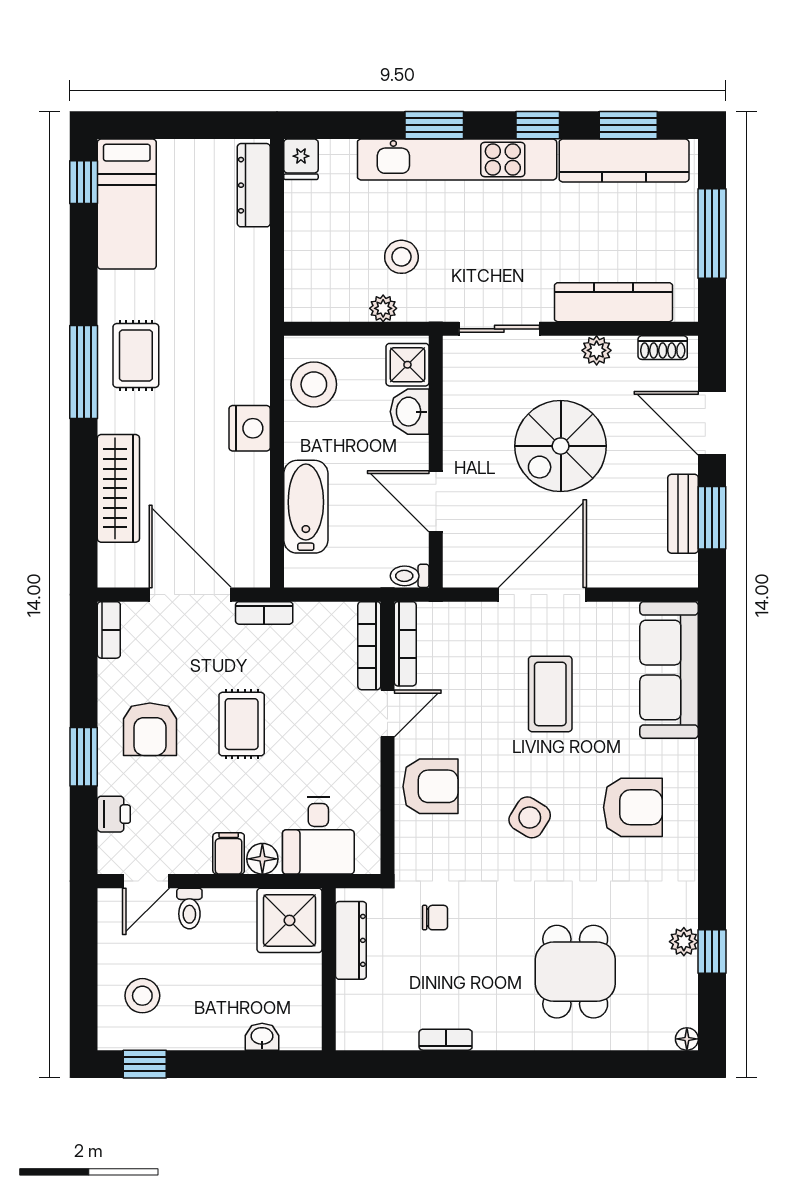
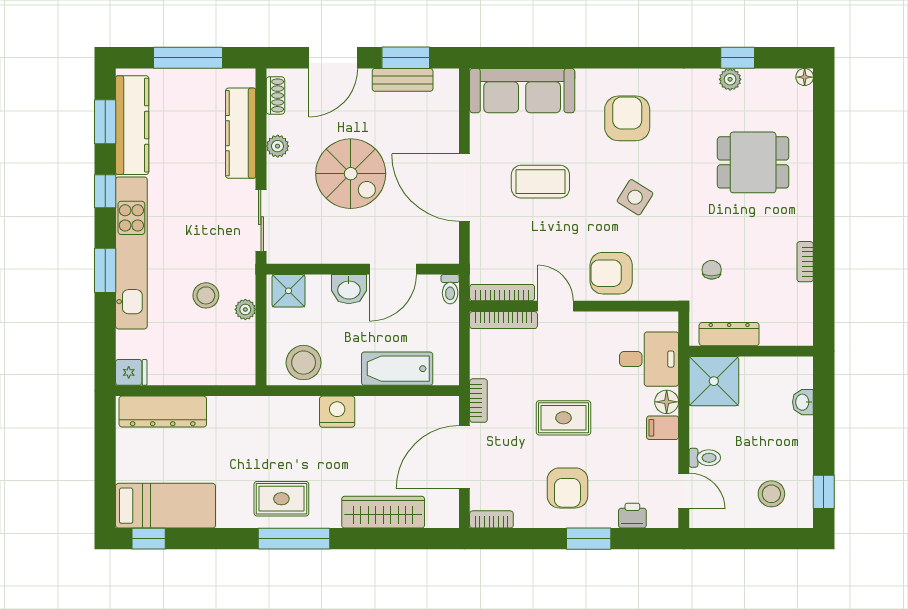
dresser: (254, 185) -> (163, 412), width x1.37, depth x1.24
washbasin: (410, 412) -> (349, 289), moved
armchair: (150, 729) -> (567, 488), turned 90
armchair: (431, 786) -> (611, 273), turned -90

